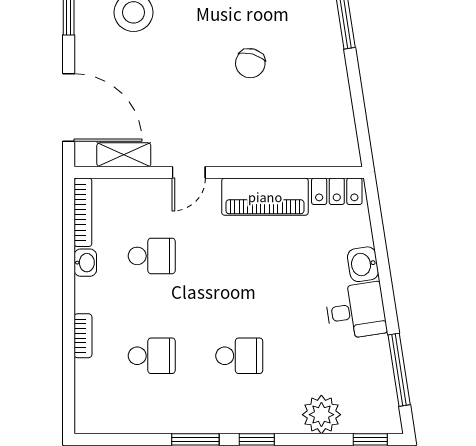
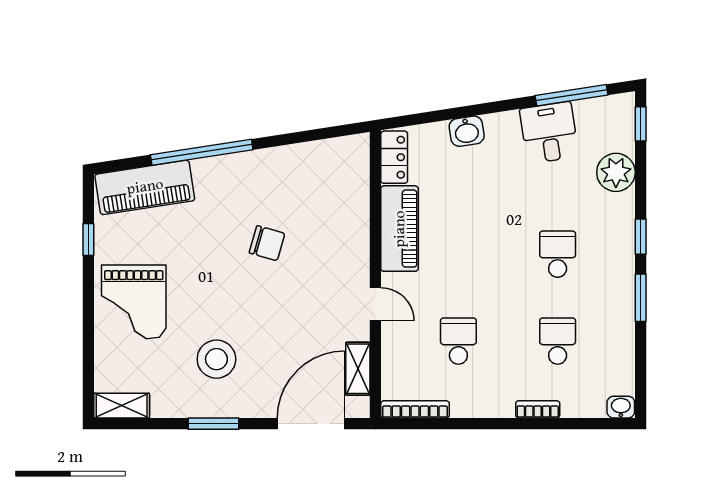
washbasin: (85, 263) -> (621, 407), moved
desk: (356, 311) -> (549, 133), moved

